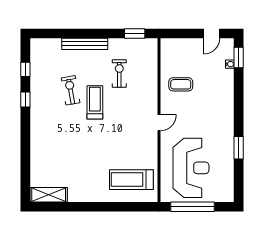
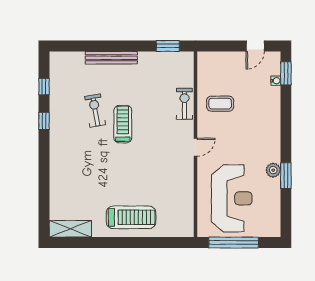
exercise bike: (119, 73) -> (184, 104), moved
plant: (228, 143) -> (273, 170), added
treadmill: (131, 180) -> (131, 217), moved, turned 180

